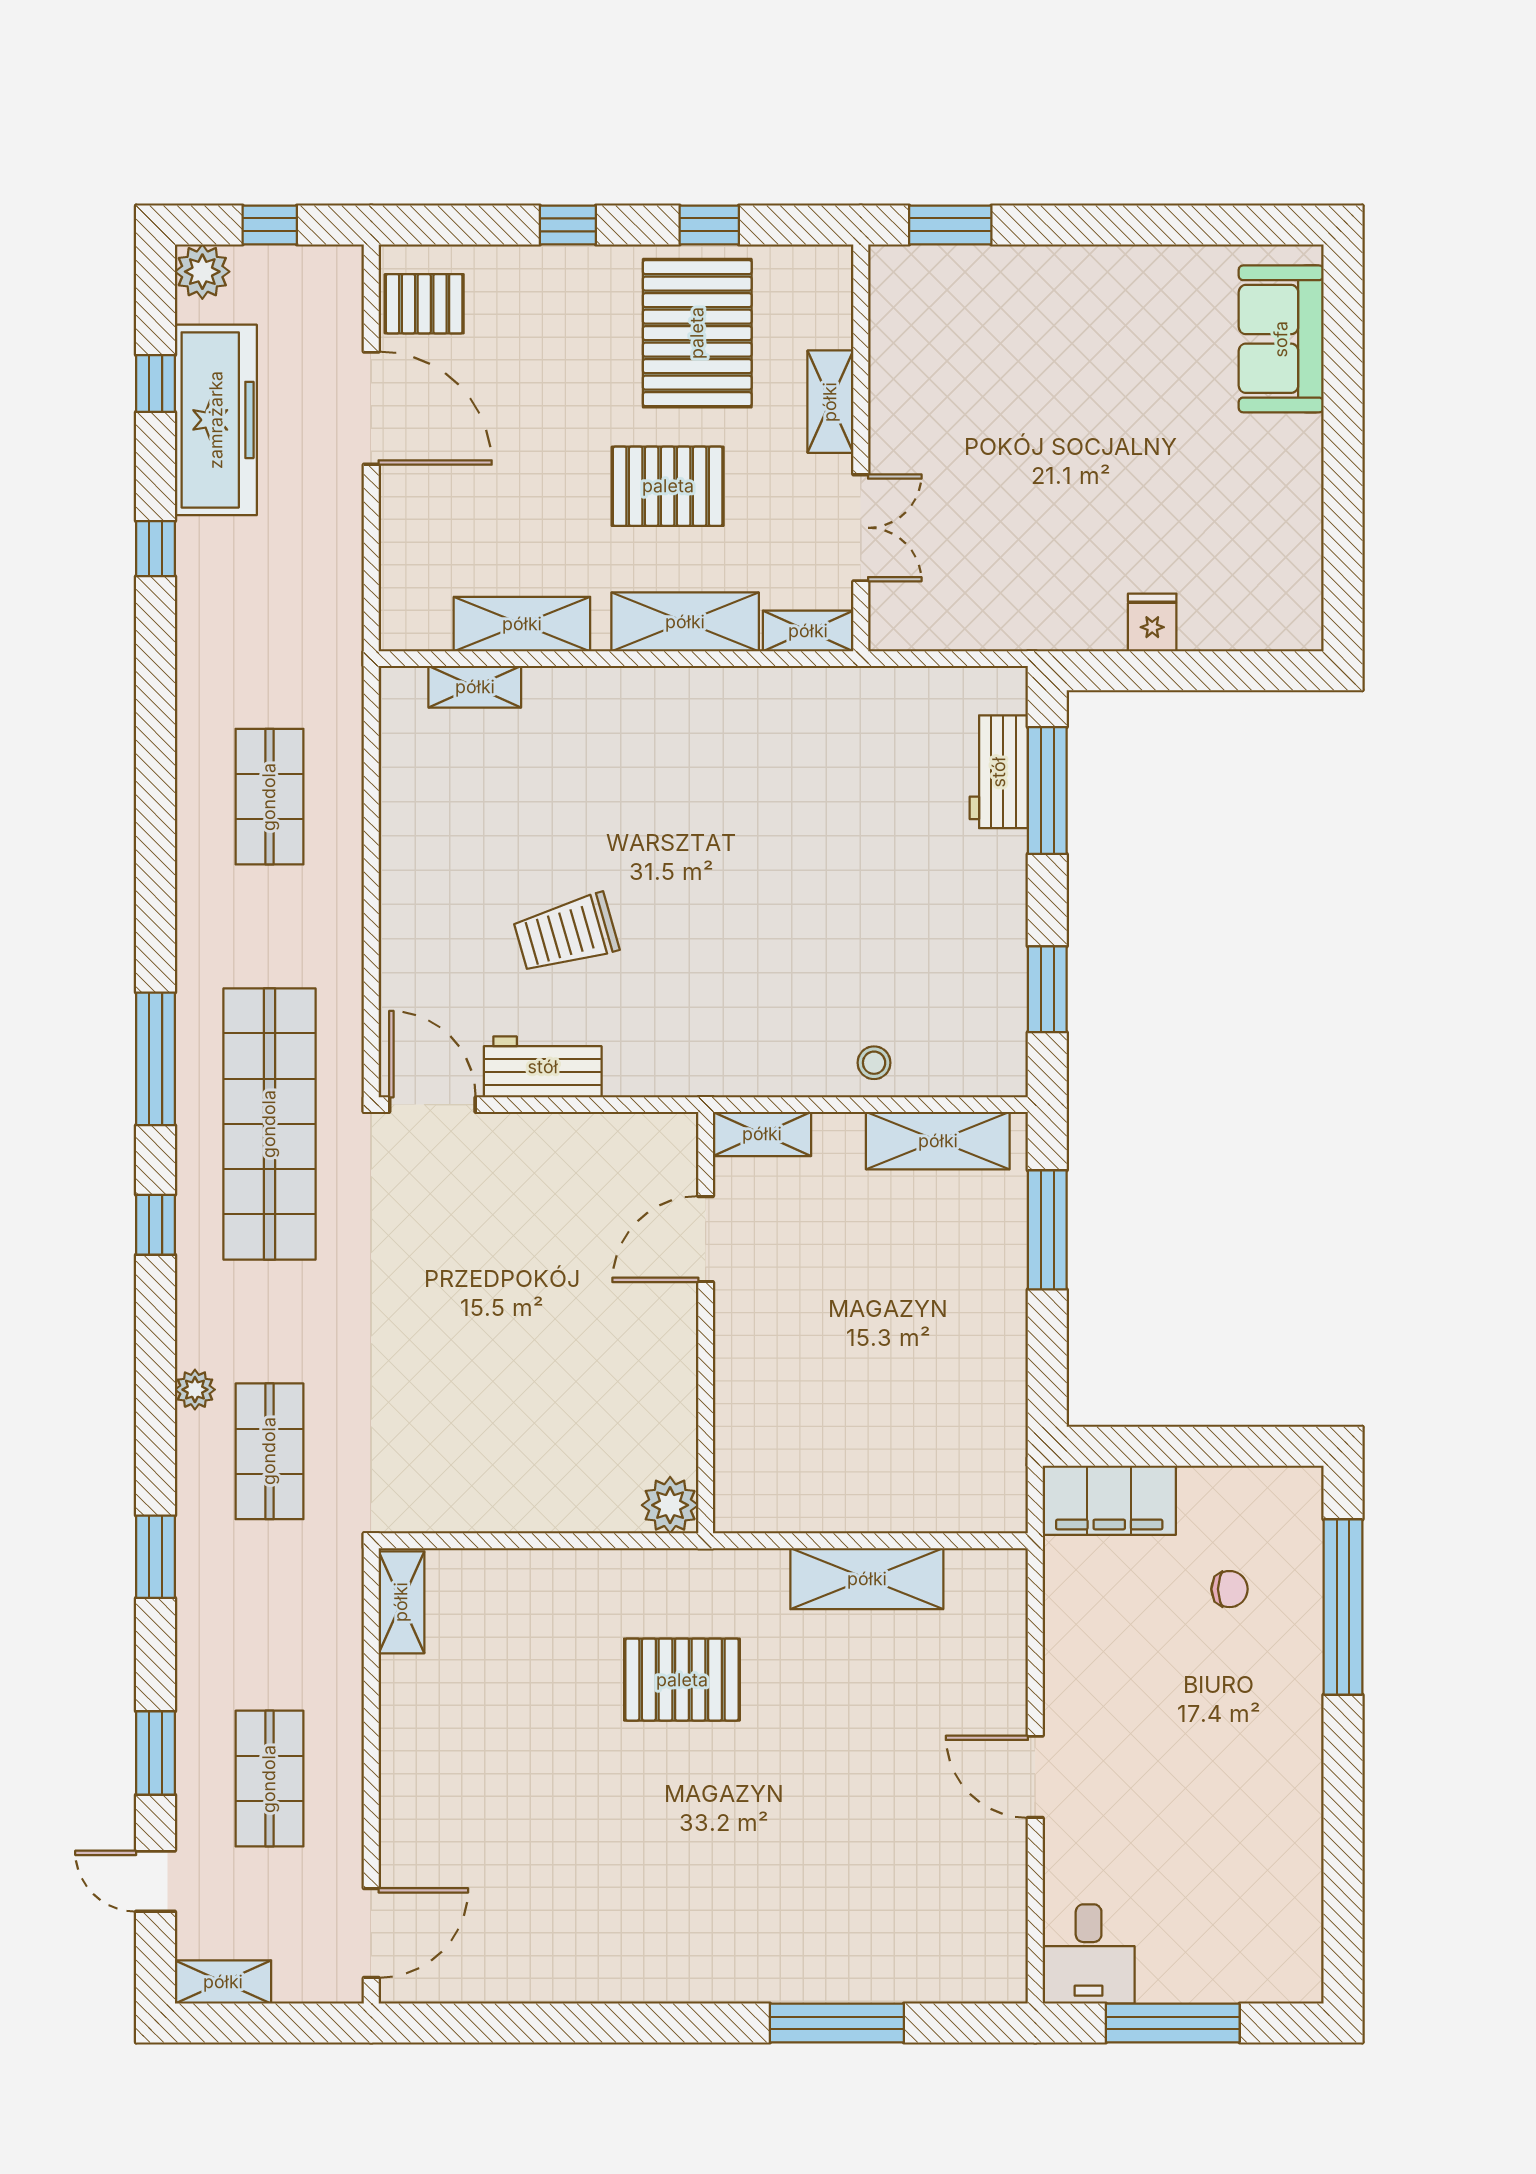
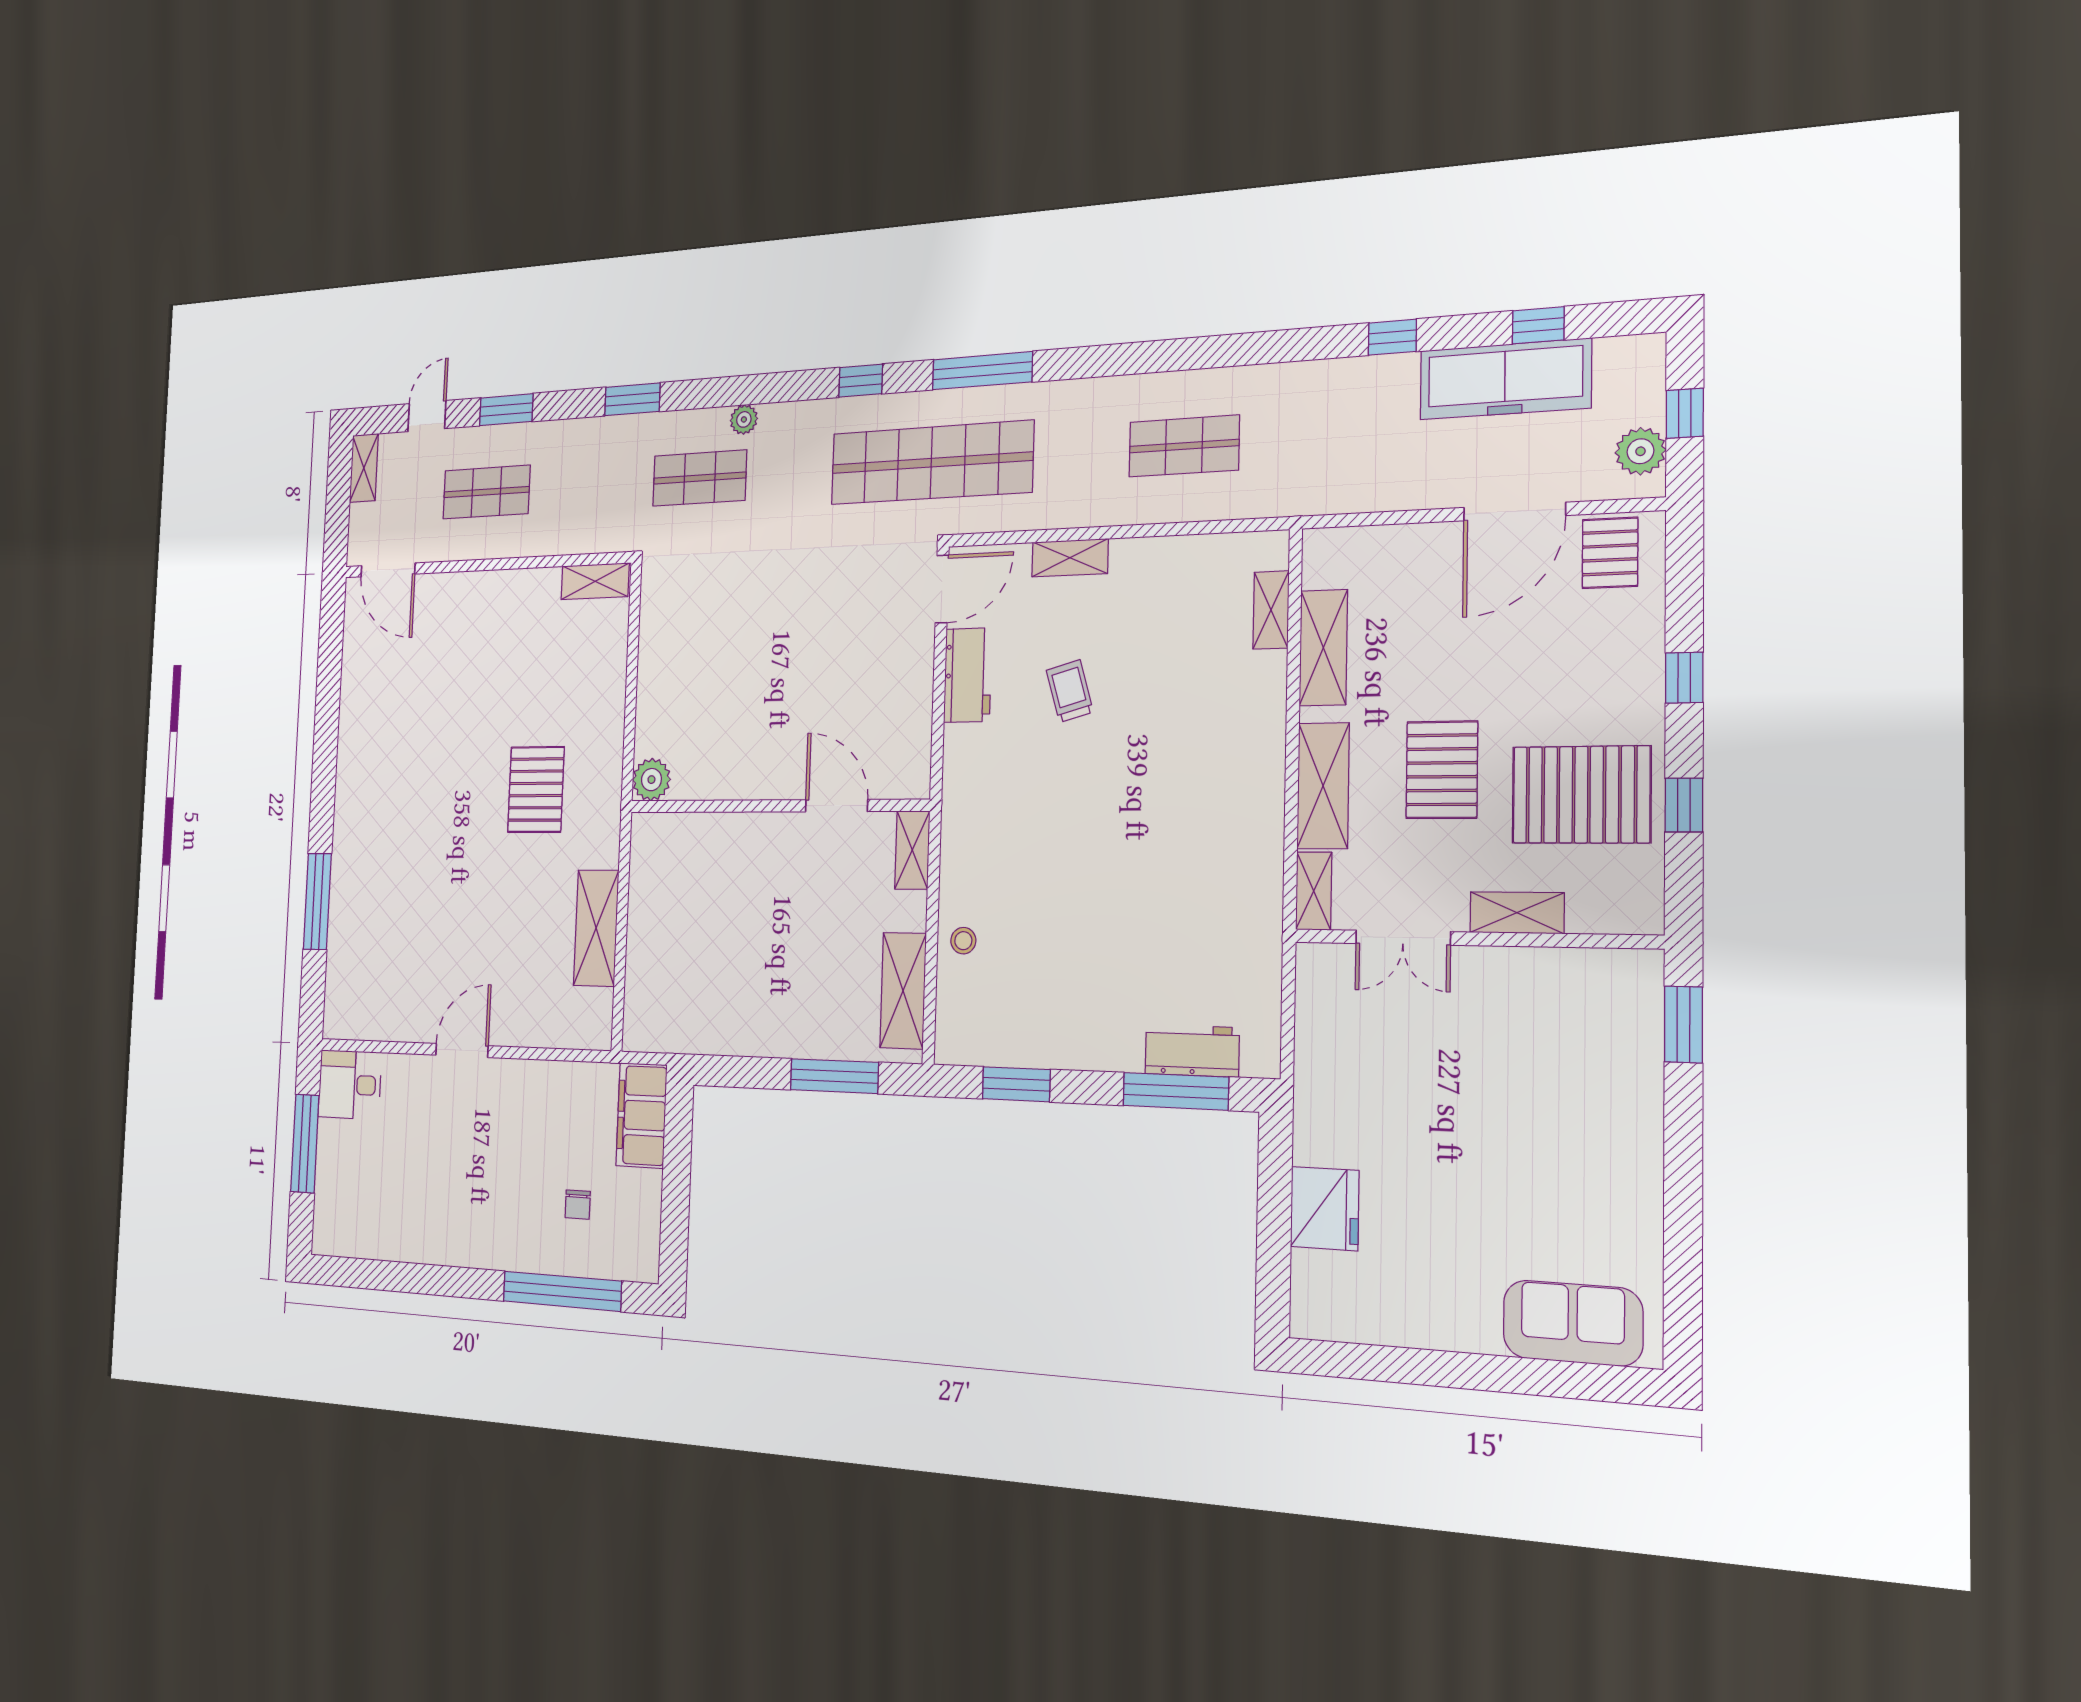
plant: (202, 272) -> (1641, 451), moved
fridge: (1152, 623) -> (1325, 1209), width x1.88, depth x1.34
trolley: (566, 933) -> (1070, 691), width x0.73, depth x0.72
shelving: (400, 937) -> (1070, 558), added

